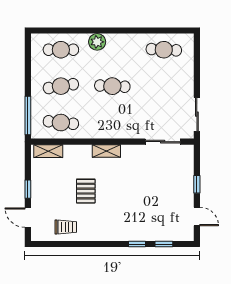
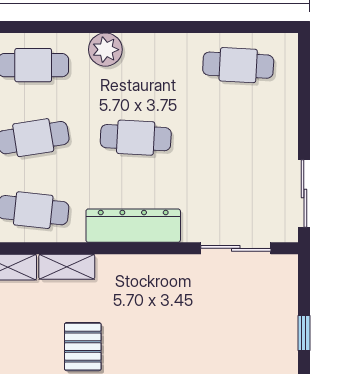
dresser: (111, 130) -> (133, 226), added
shelving: (106, 151) -> (67, 267), moved

